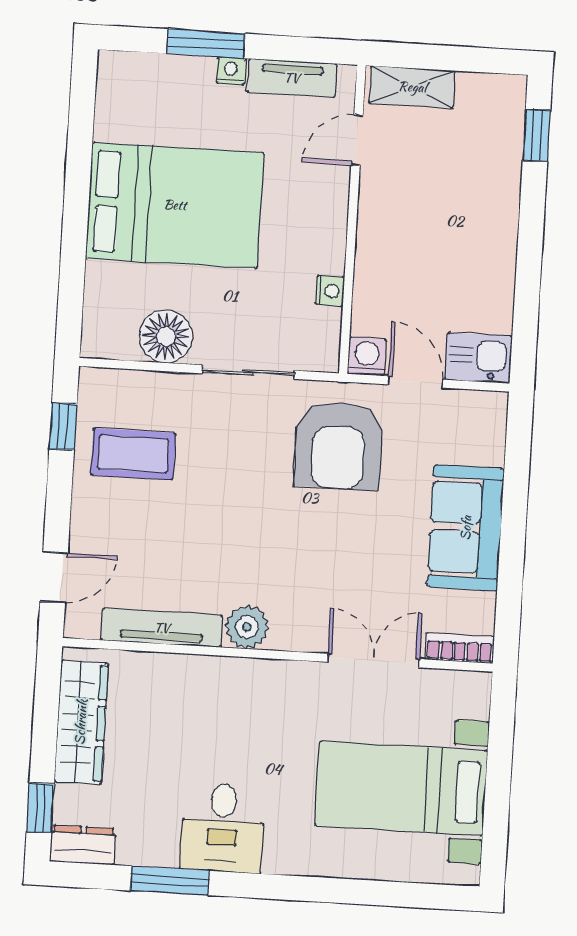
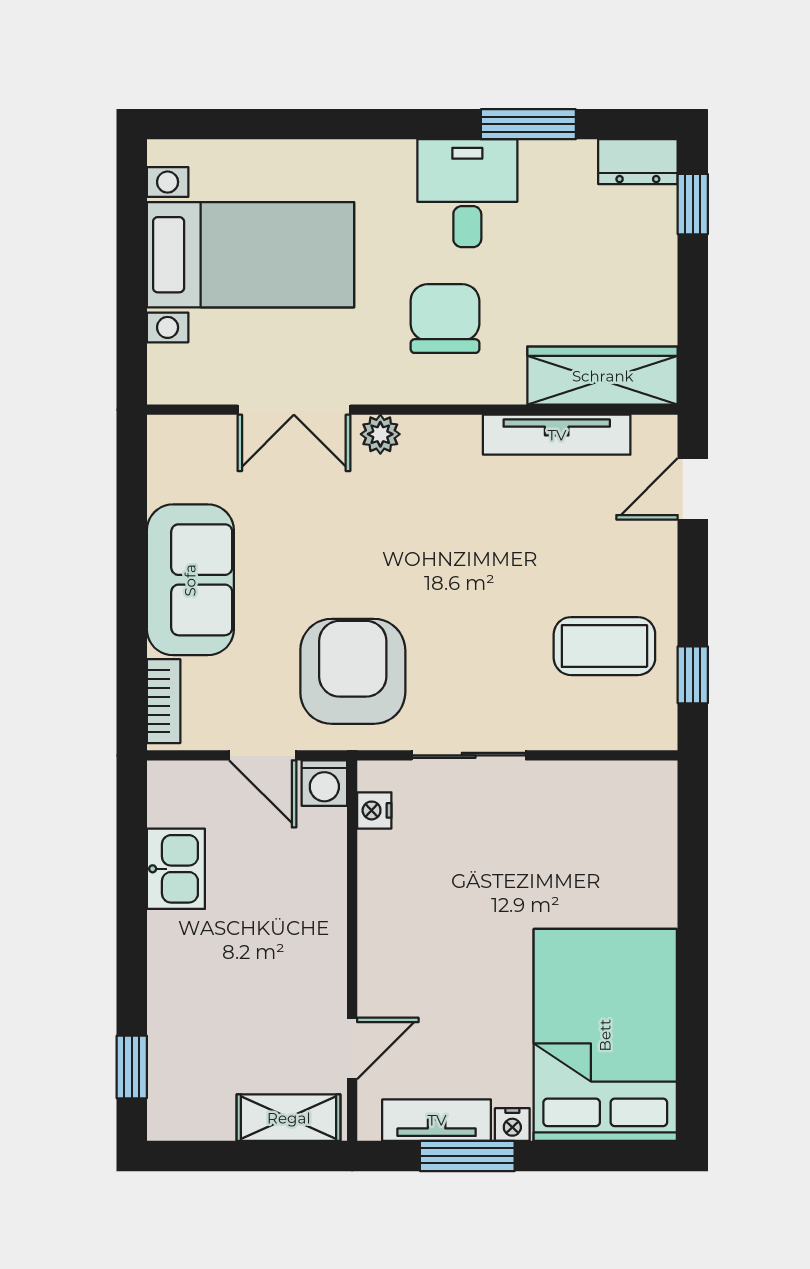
window: (206, 44) -> (467, 1156), moved
bed: (175, 205) -> (605, 1035), moved, turned 90
nightstand: (330, 291) -> (374, 810), moved
floor lamp: (166, 336) -> (573, 793), removed
kitchen sink: (478, 358) -> (176, 869), moved, turned -90
plant: (247, 627) -> (380, 434), moved, width x0.73, depth x0.73
bookcase: (460, 648) -> (164, 701), moved, turned -90
wardrobe: (81, 722) -> (603, 376), moved, turned 90
chair: (247, 727) -> (445, 319), added

